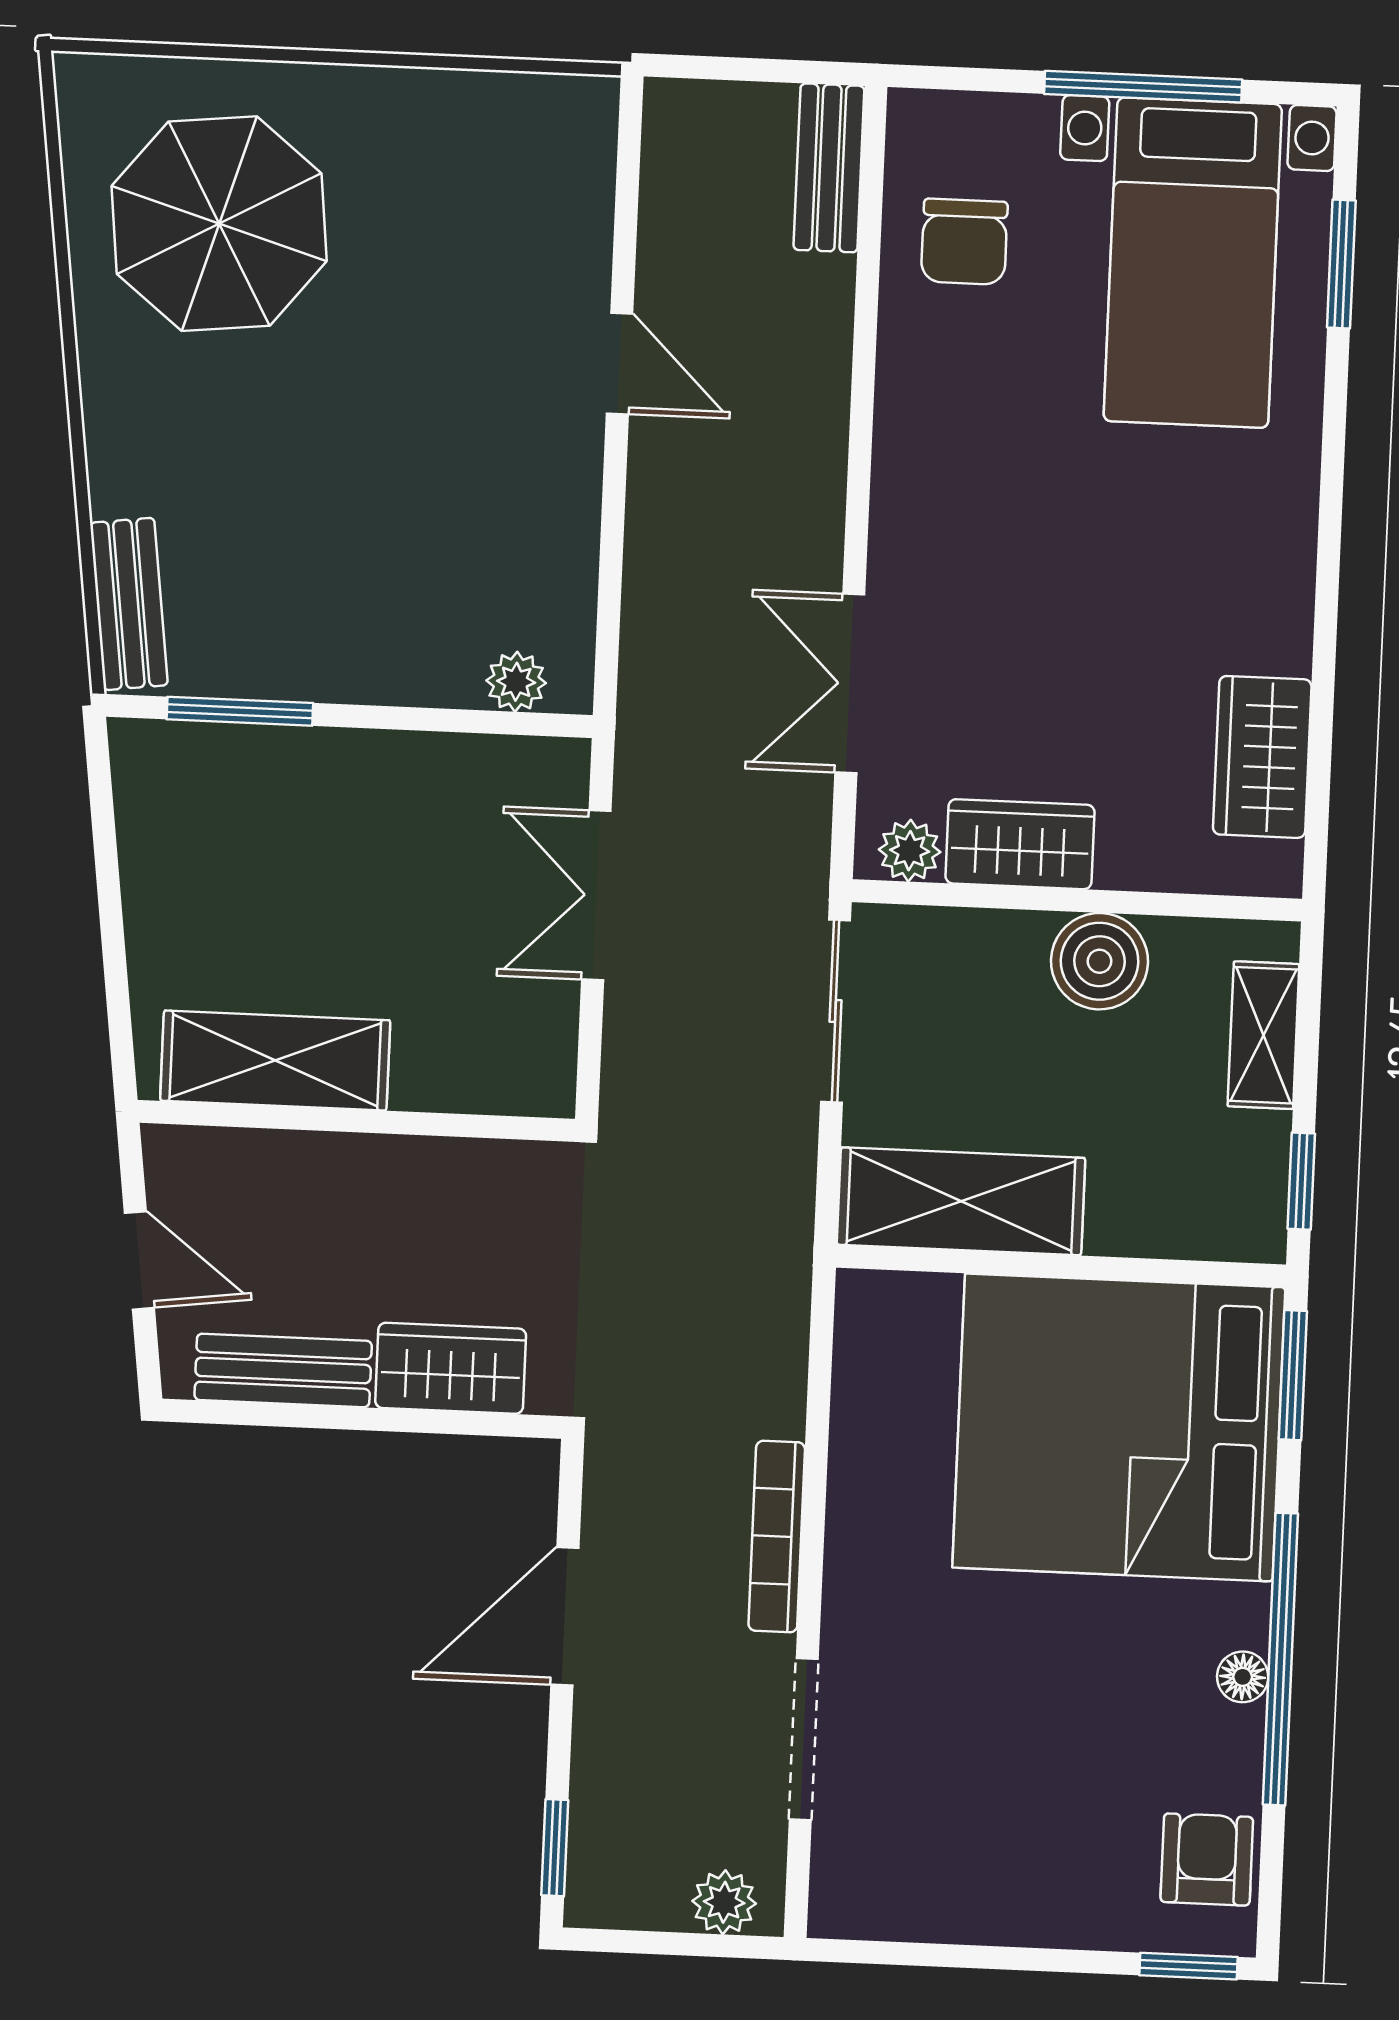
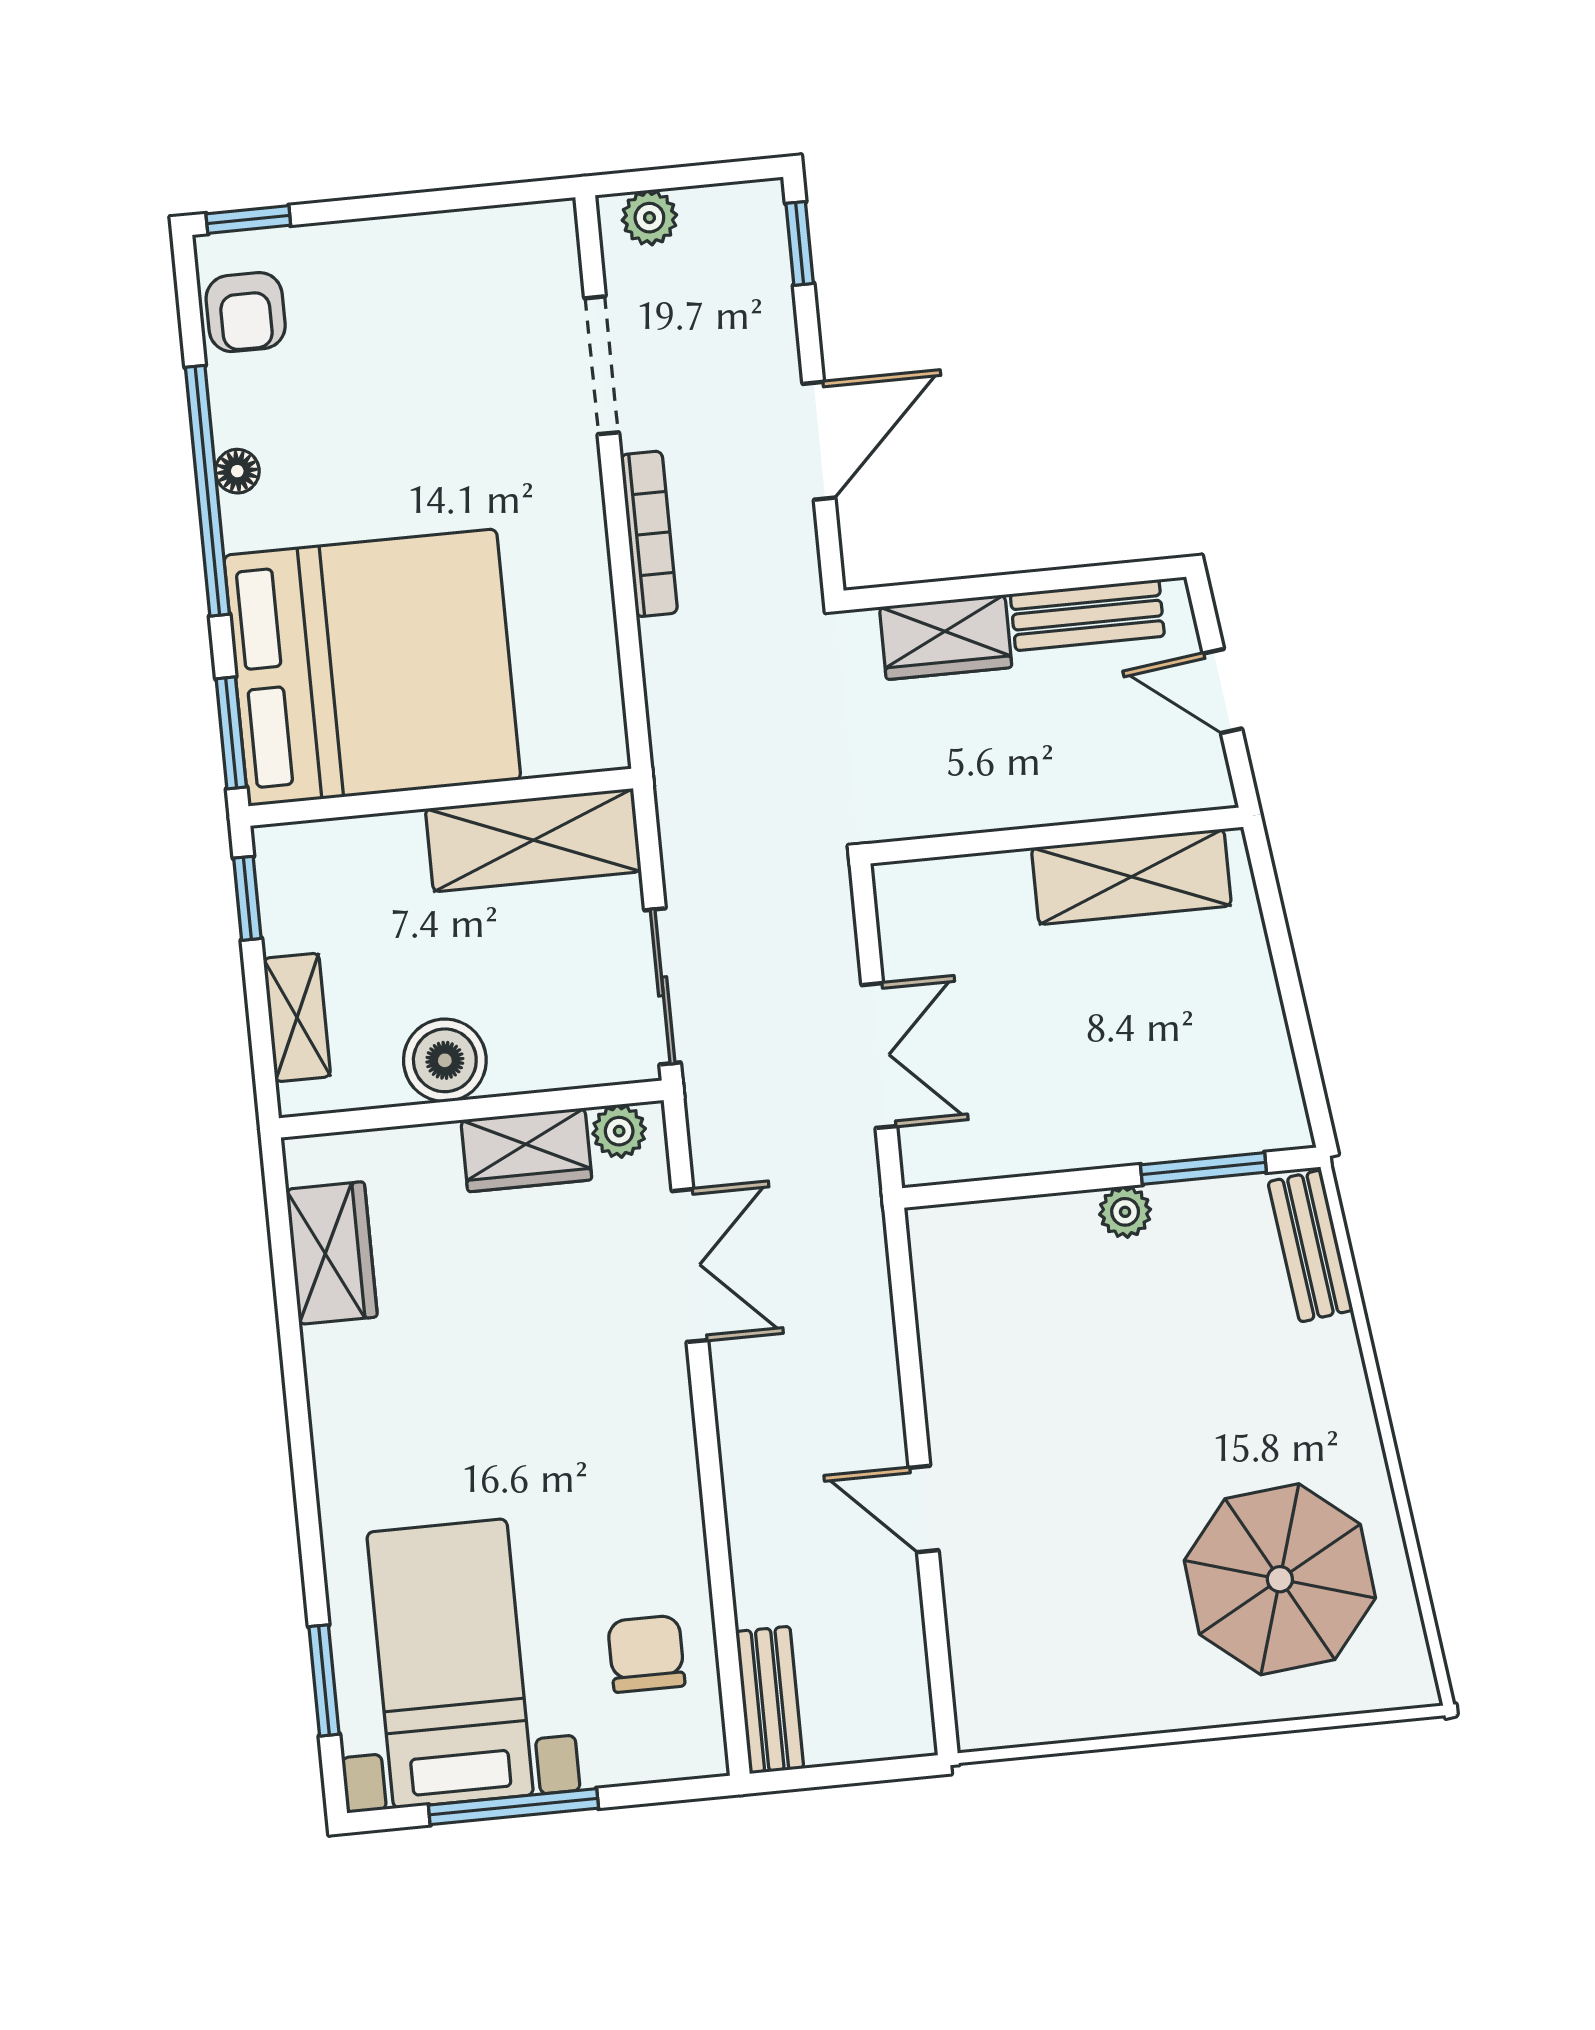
plant: (516, 682) -> (1125, 1212), moved

